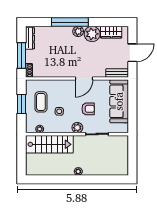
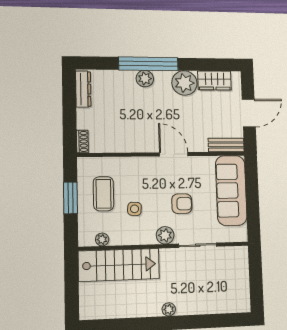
plant: (78, 31) -> (145, 79), moved
window: (21, 56) -> (69, 117), removed
door: (84, 78) -> (174, 154), swing flipped

